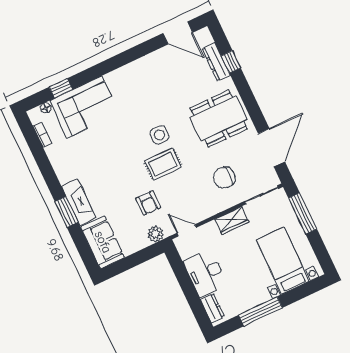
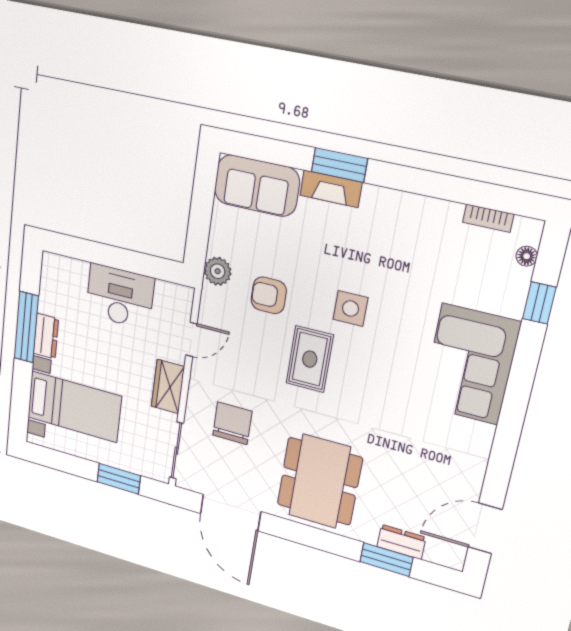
dresser: (216, 62) -> (401, 542), width x0.70
window: (231, 62) -> (386, 560), width x1.50
corner sofa: (84, 107) -> (470, 364), moved
side table: (159, 135) -> (350, 308), moved
fireplace: (79, 202) -> (331, 189), width x0.73, depth x0.76
window: (303, 213) -> (119, 479), width x0.69
door: (187, 230) -> (191, 339), moved
dresser: (212, 308) -> (46, 336), moved, turned -90

